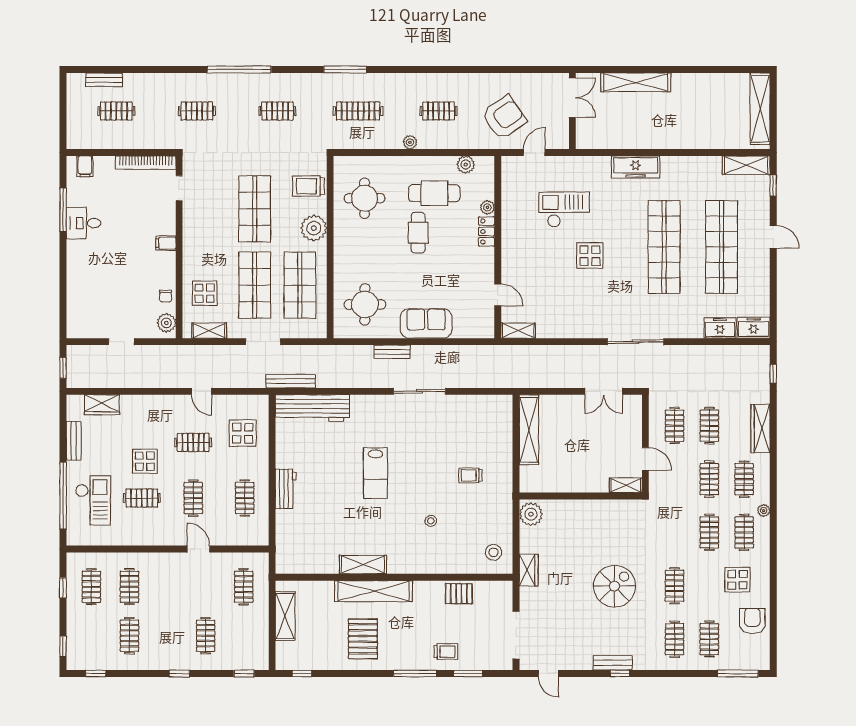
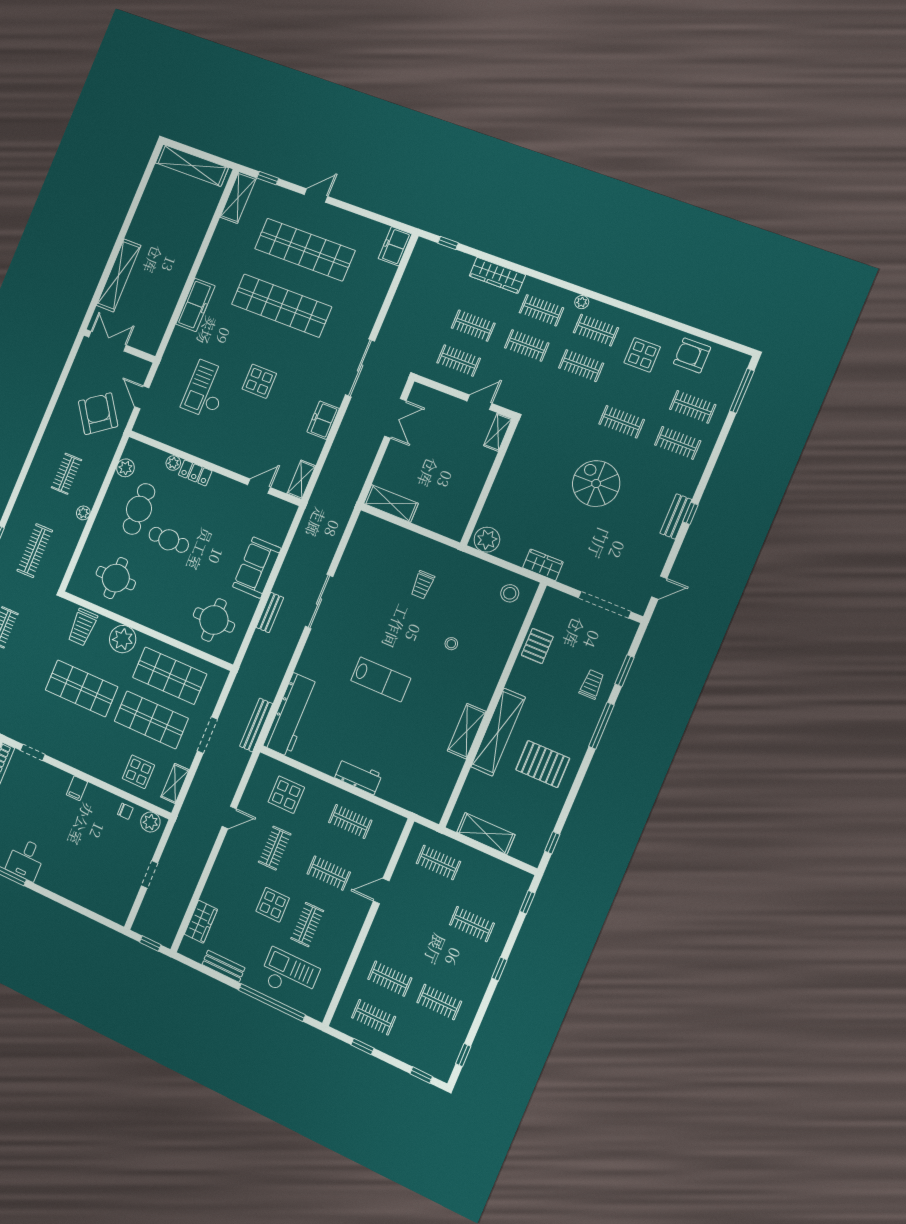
freezer: (720, 328) -> (323, 420), moved
shelving: (529, 430) -> (391, 503), width x0.68

